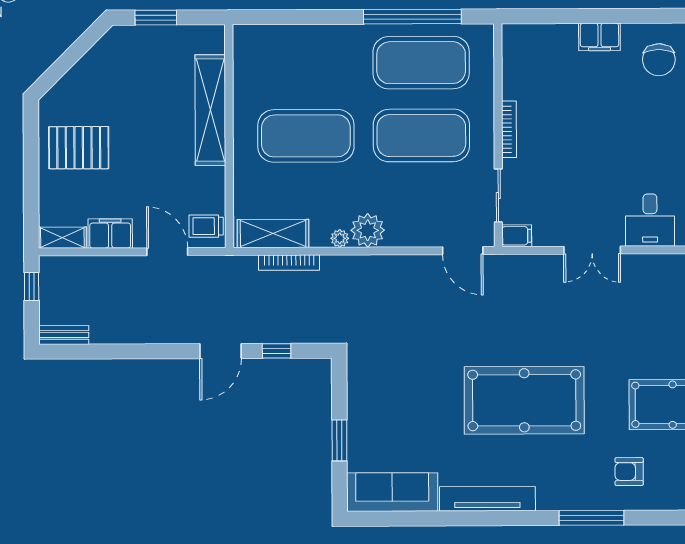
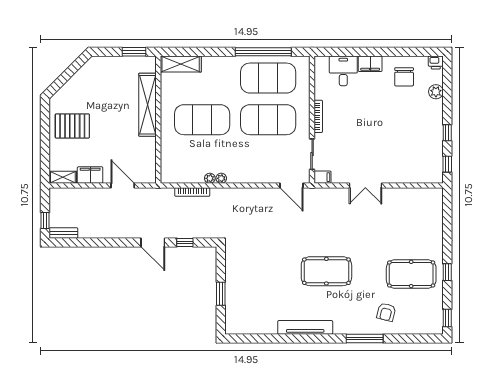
window: (156, 18) -> (134, 52), moved
desk: (650, 220) -> (343, 71), moved, turned 180
trolley: (206, 226) -> (145, 171), removed
plant: (368, 230) -> (210, 178), moved, width x0.53, depth x0.53
shelving: (273, 233) -> (181, 64), moved
window: (32, 286) -> (45, 221), moved
door: (220, 351) -> (153, 243), hinge flipped
pool table: (524, 400) -> (326, 271), width x0.73, depth x0.76
armchair: (629, 472) -> (386, 312), turned -76
sofa: (392, 492) -> (251, 323), removed

